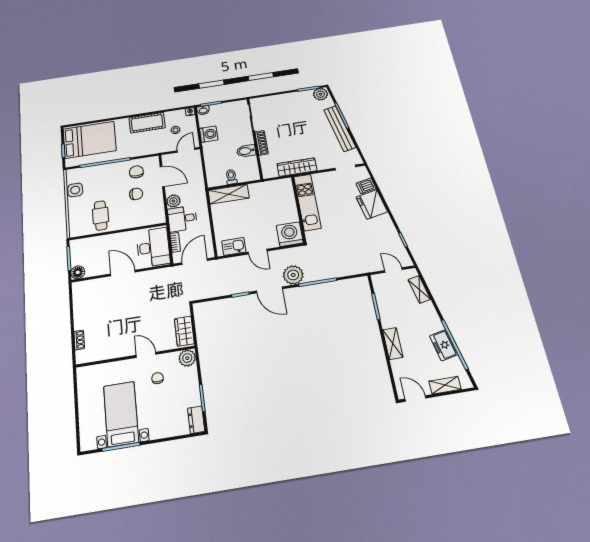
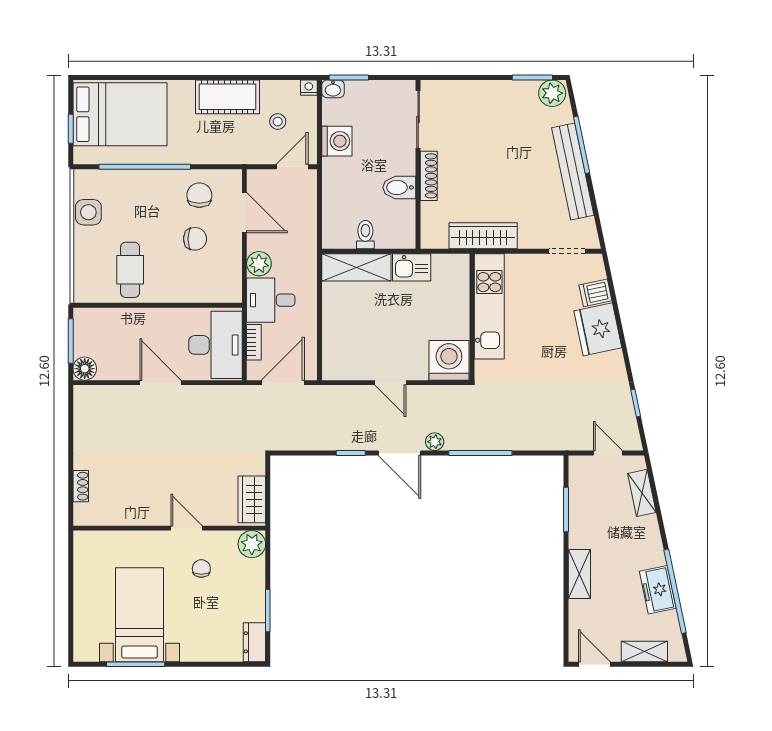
kitchen sink: (234, 246) -> (412, 267), moved, turned 180
plant: (293, 275) -> (435, 442), width x0.53, depth x0.53

